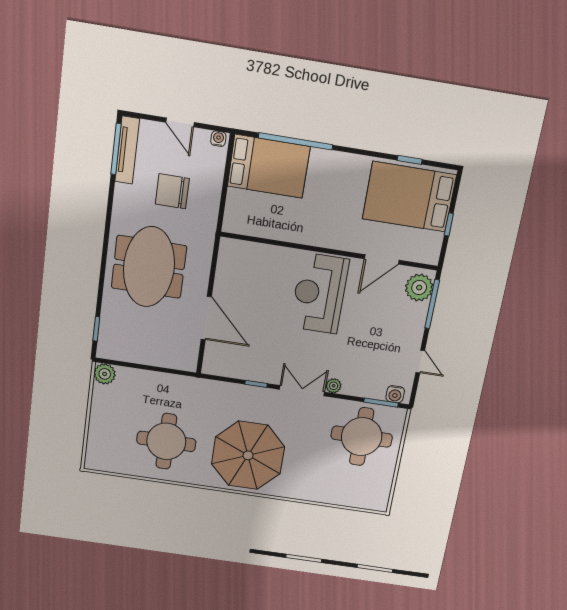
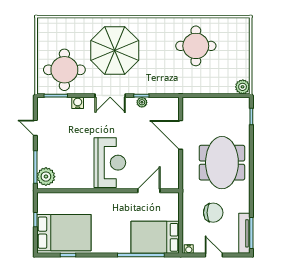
door: (382, 259) -> (149, 191), moved
plant: (334, 386) -> (142, 102), moved
water cooler: (395, 394) -> (78, 103), moved
parasol: (248, 455) -> (115, 50), moved

